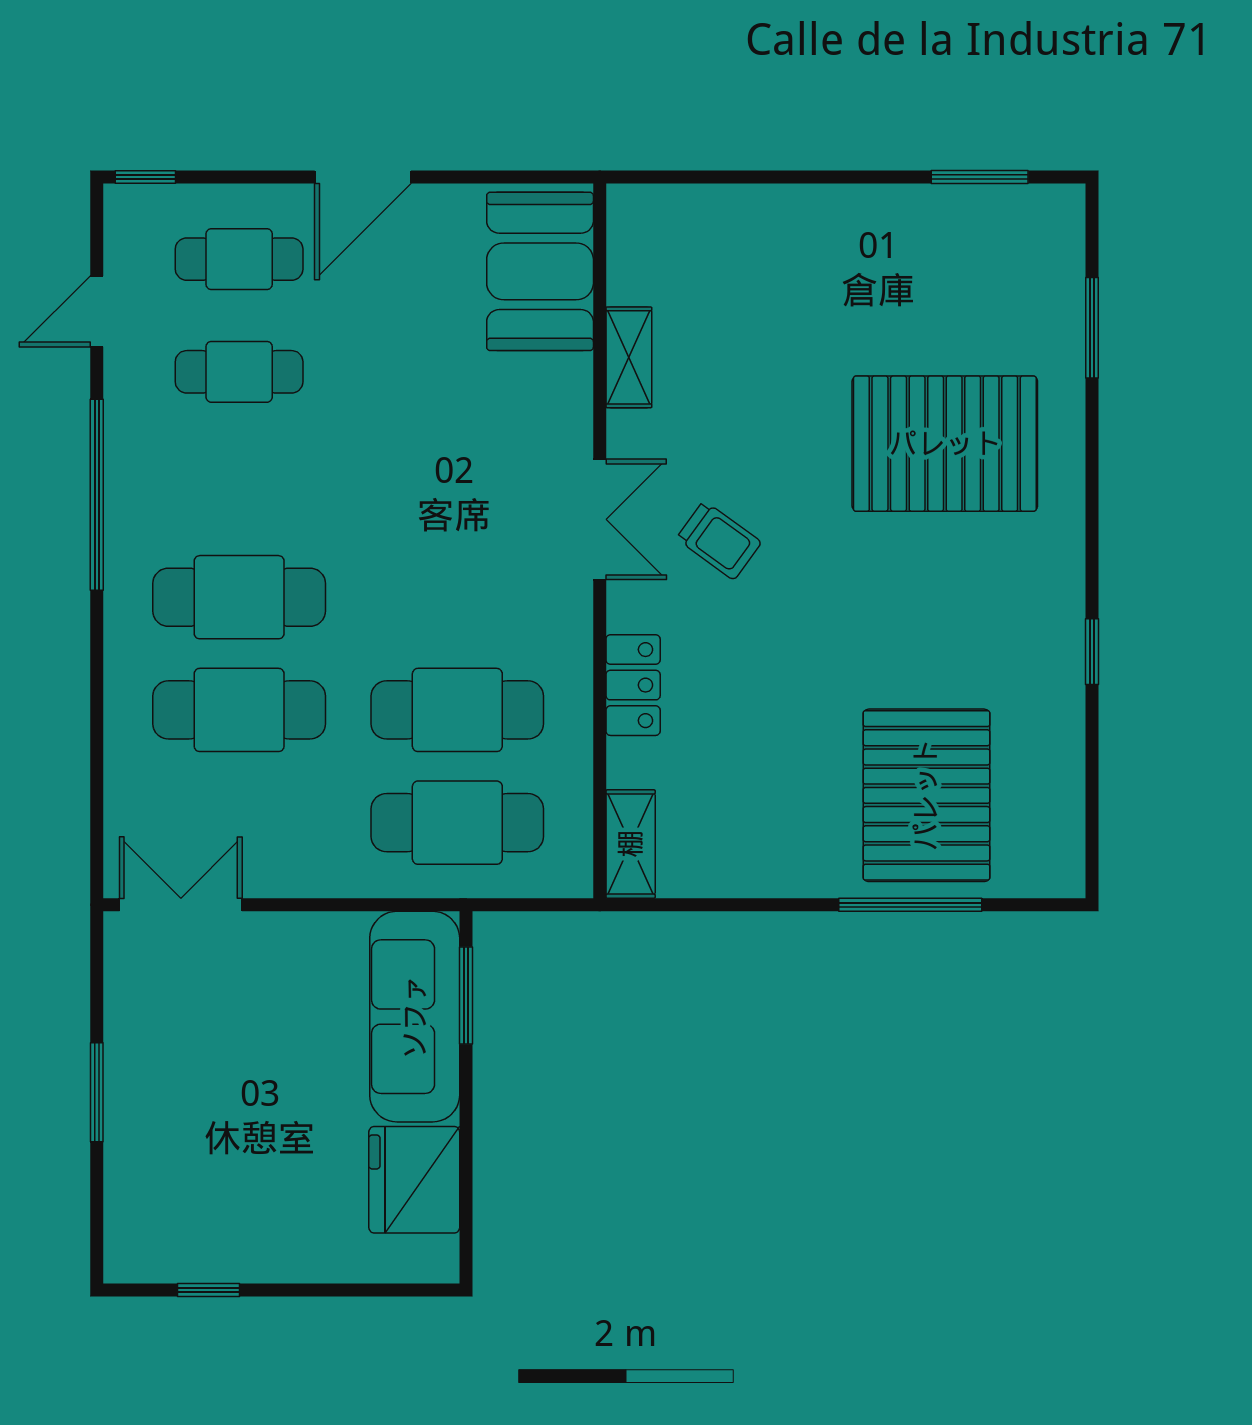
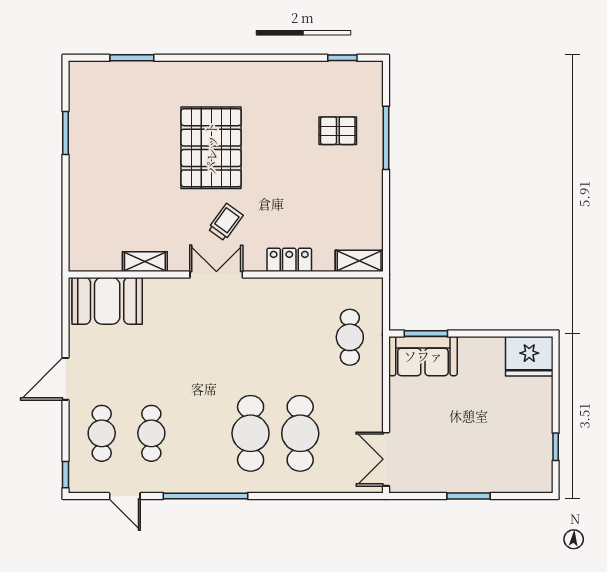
door: (363, 177) -> (66, 379), swing flipped
window: (980, 177) -> (66, 133), moved
pallet: (945, 444) -> (211, 148), moved
window: (1092, 652) -> (342, 58), moved
cafe table: (457, 710) -> (300, 337), removed
pallet: (926, 795) -> (338, 131), width x0.49, depth x0.50
cafe table: (457, 823) -> (350, 337), width x0.73, depth x0.74
sofa: (415, 1017) -> (423, 356), width x0.73
fridge: (414, 1180) -> (529, 356), moved

